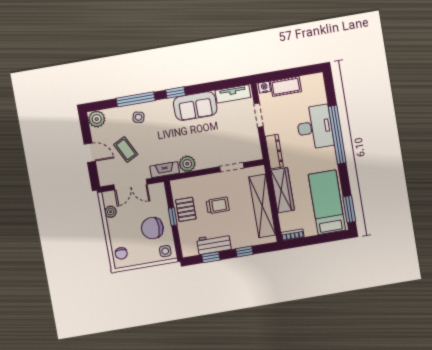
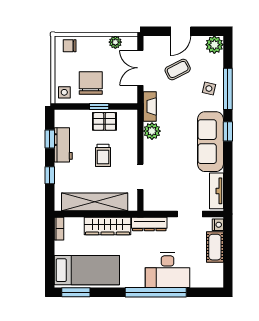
sofa: (195, 106) -> (210, 142), width x1.36

